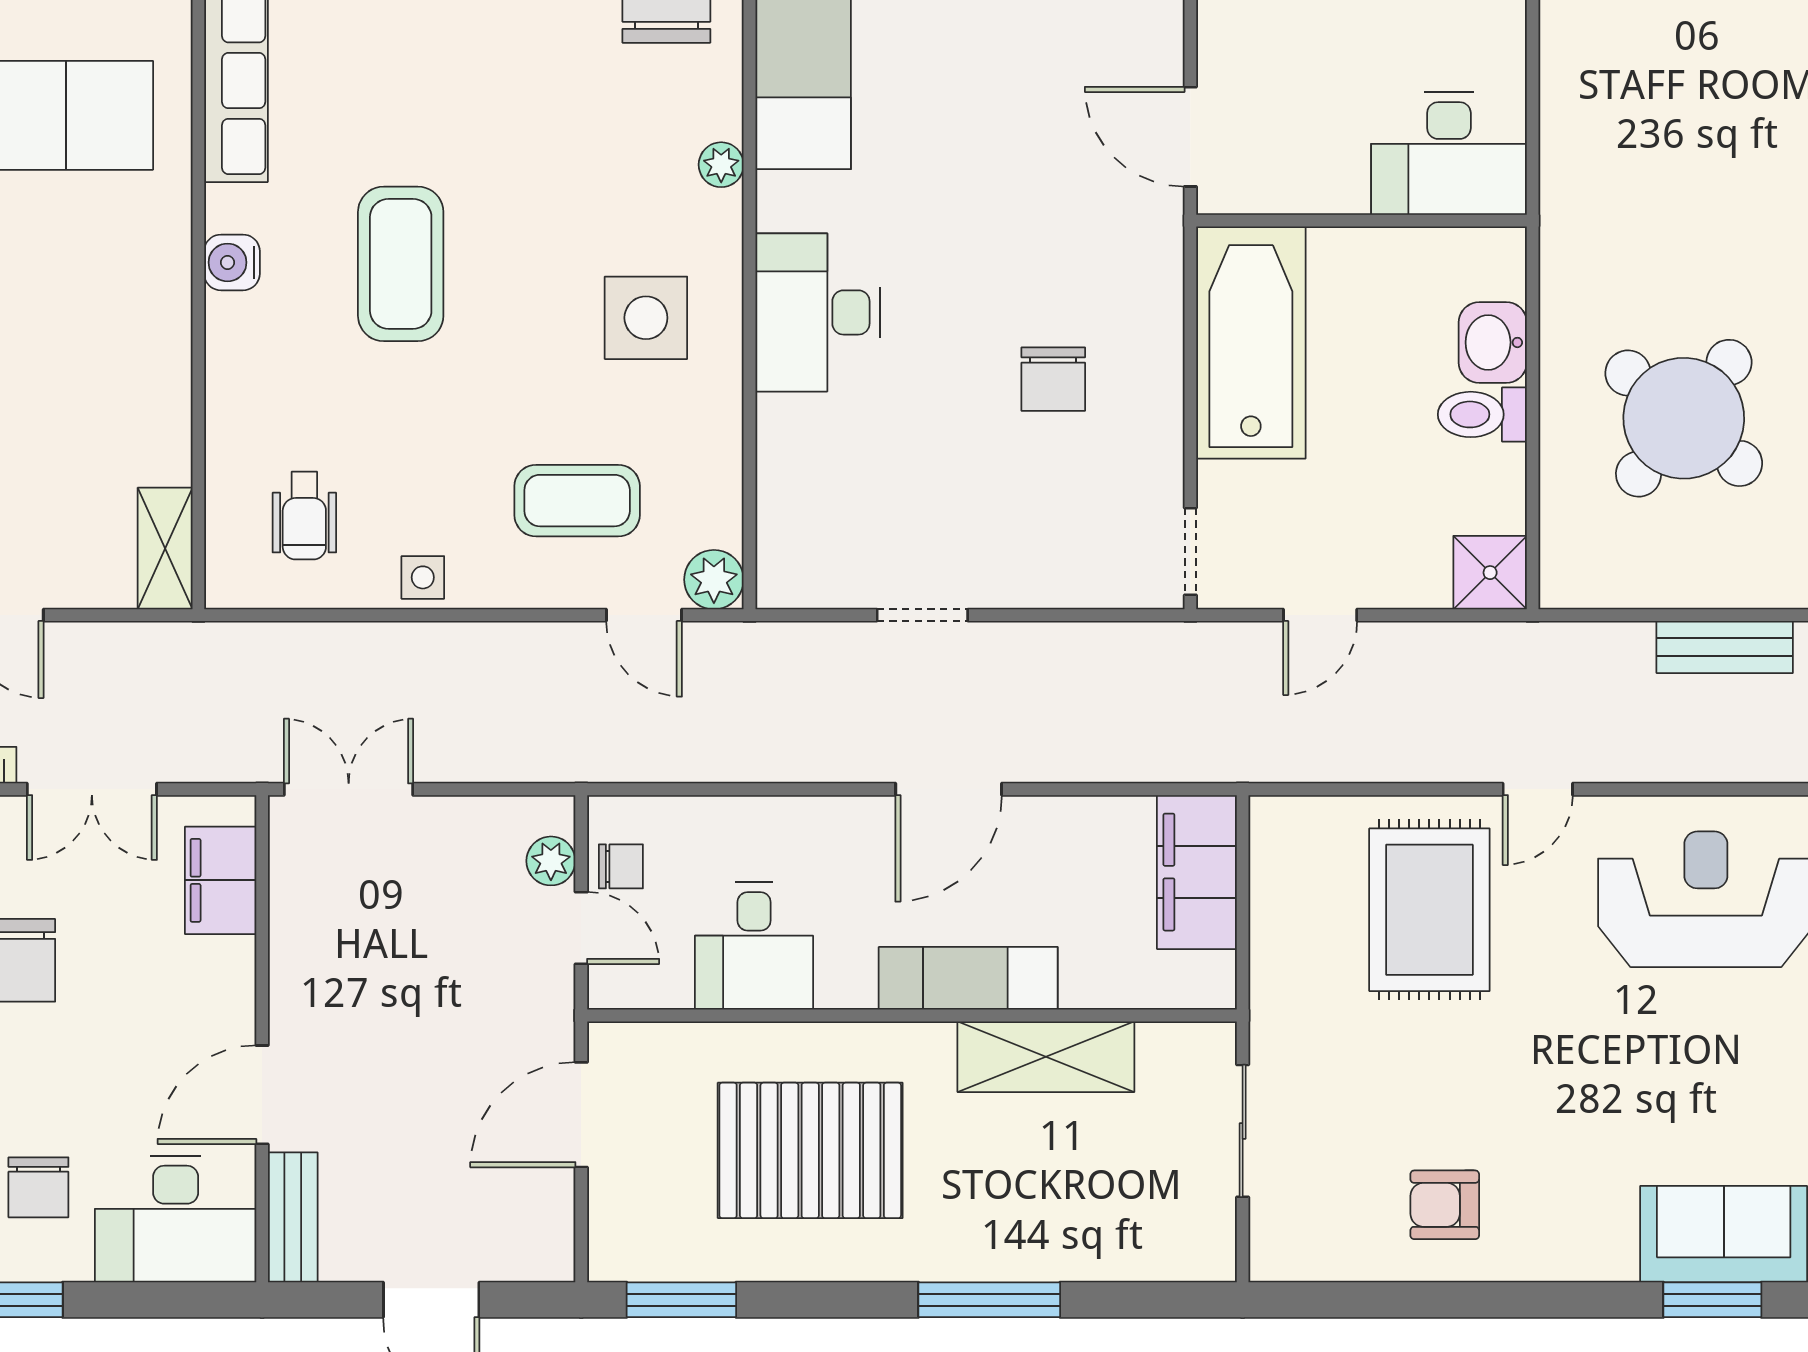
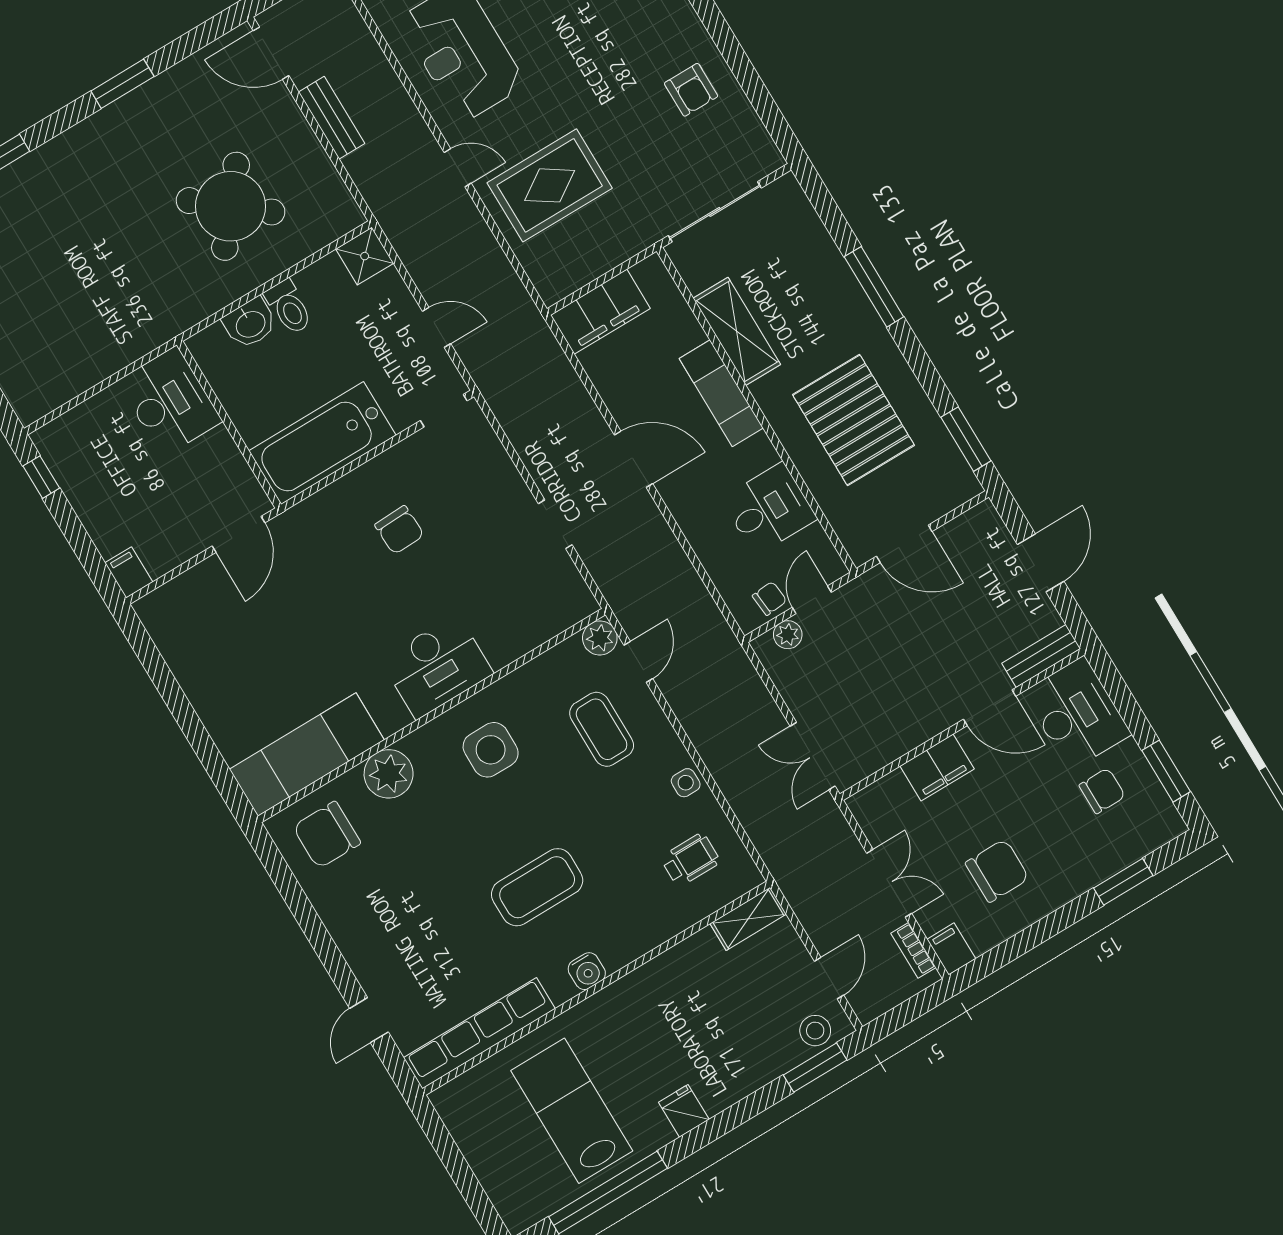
plant: (721, 165) -> (389, 774), width x1.87, depth x1.87
chair: (1053, 379) -> (399, 530), turned 88
chair: (621, 866) -> (770, 598), turned 85
filing cabinet: (221, 880) -> (937, 767), moved
sliding door: (1243, 1131) -> (715, 212), width x1.37

